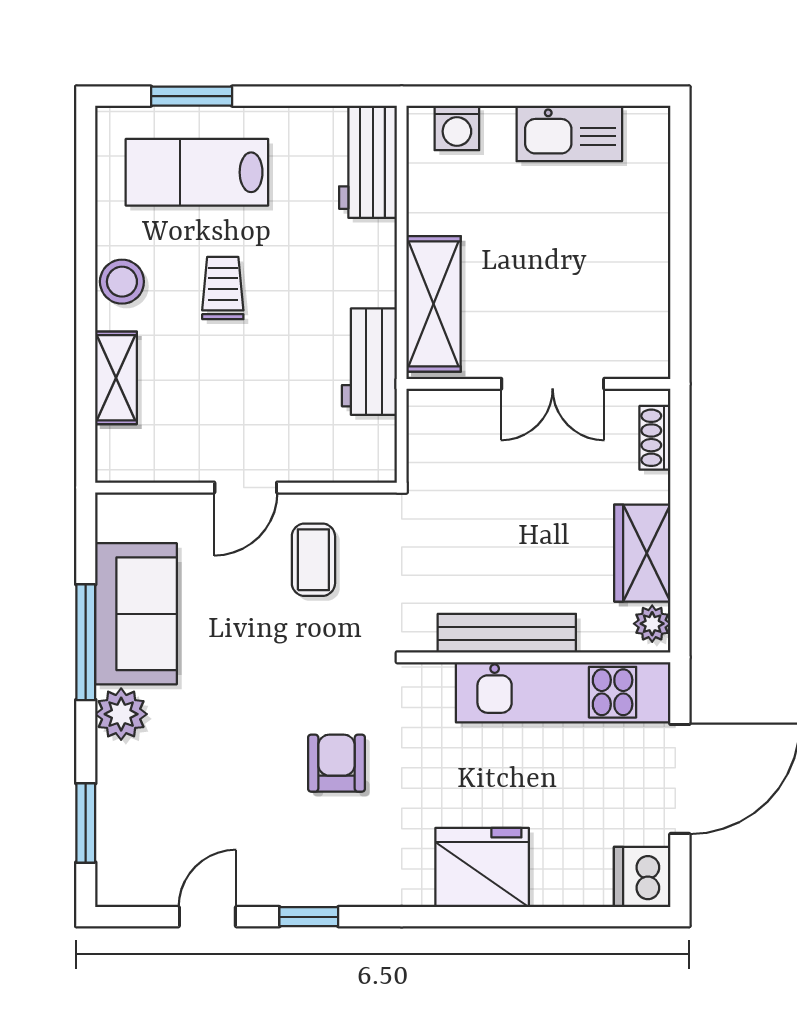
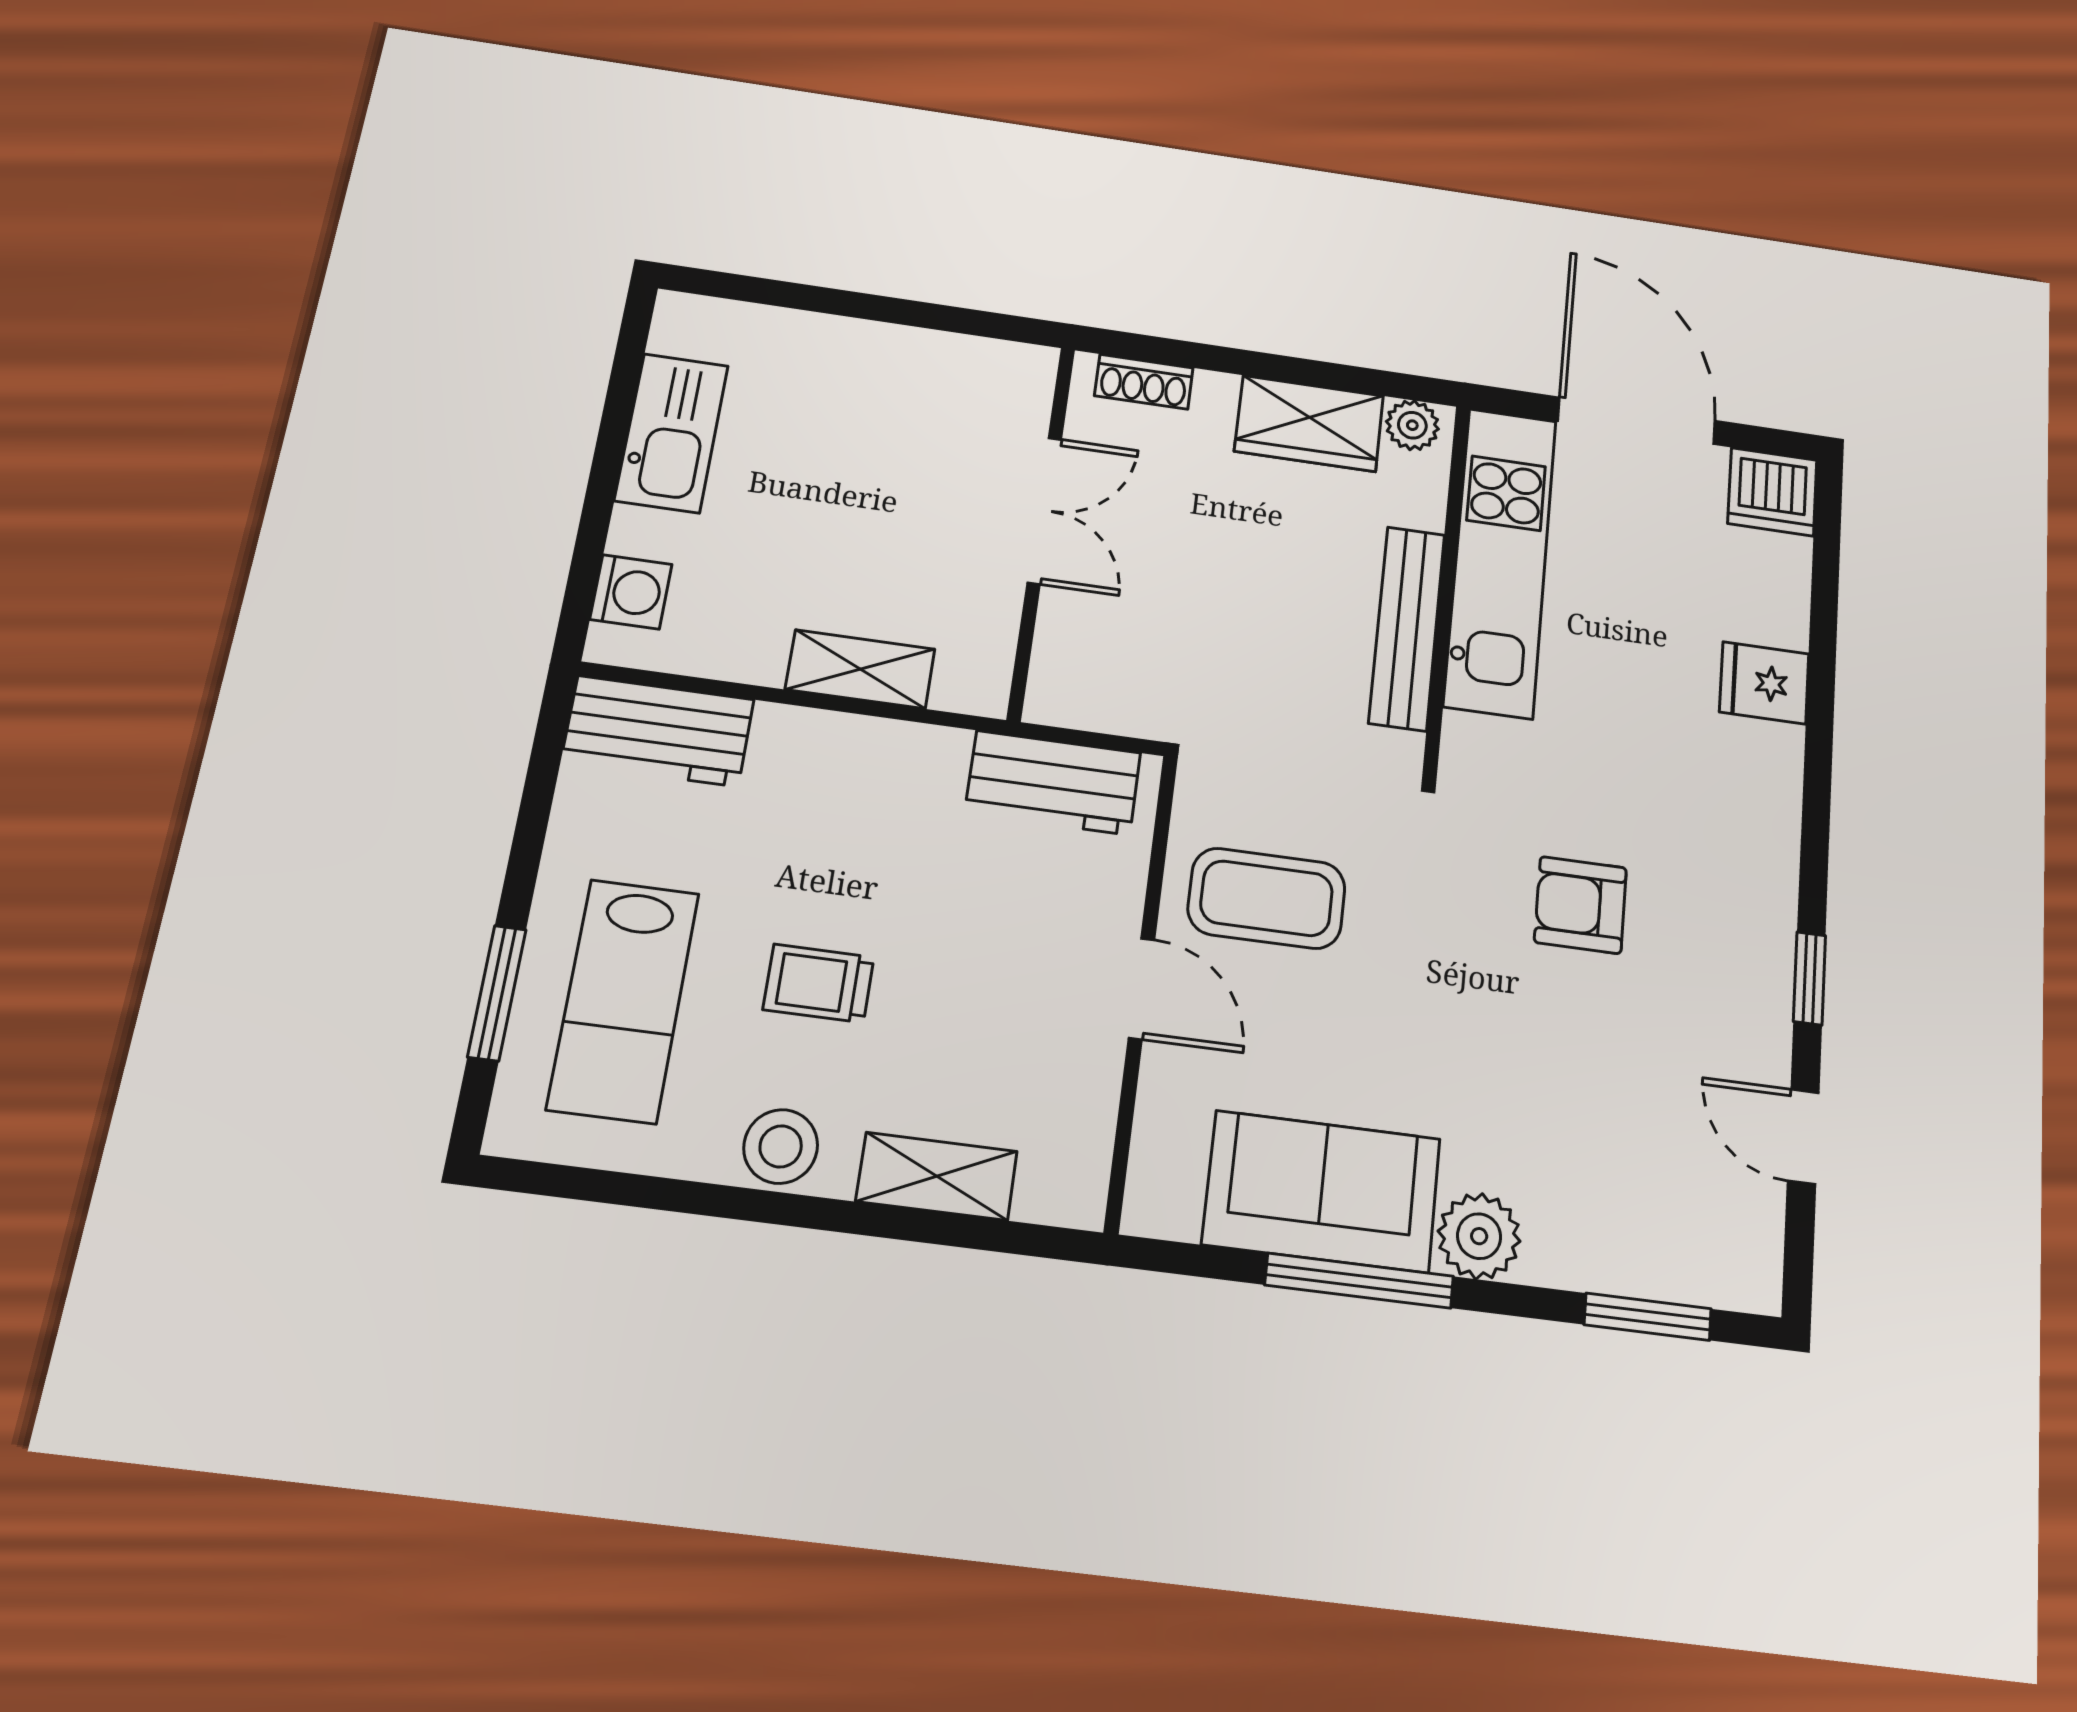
shelving: (434, 304) -> (860, 669), width x0.67, depth x0.75
workbench: (369, 362) -> (1053, 783), moved
coffee table: (313, 560) -> (1267, 898), width x1.36, depth x1.30
fridge: (482, 868) -> (1764, 683), width x0.53, depth x0.75

